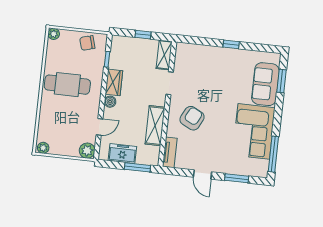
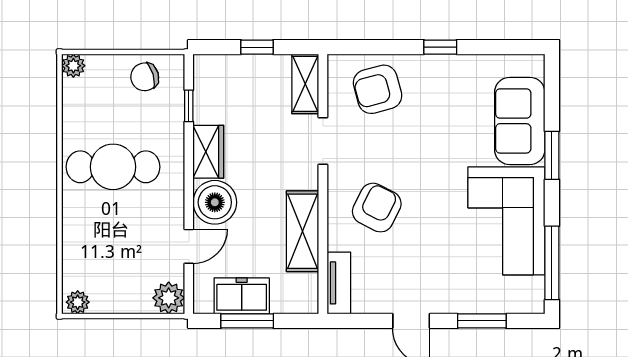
armchair: (199, 61) -> (378, 89), added
window: (281, 81) -> (552, 155), moved
boiler: (110, 102) -> (215, 202), width x1.86, depth x1.86
window: (137, 167) -> (247, 321), moved

